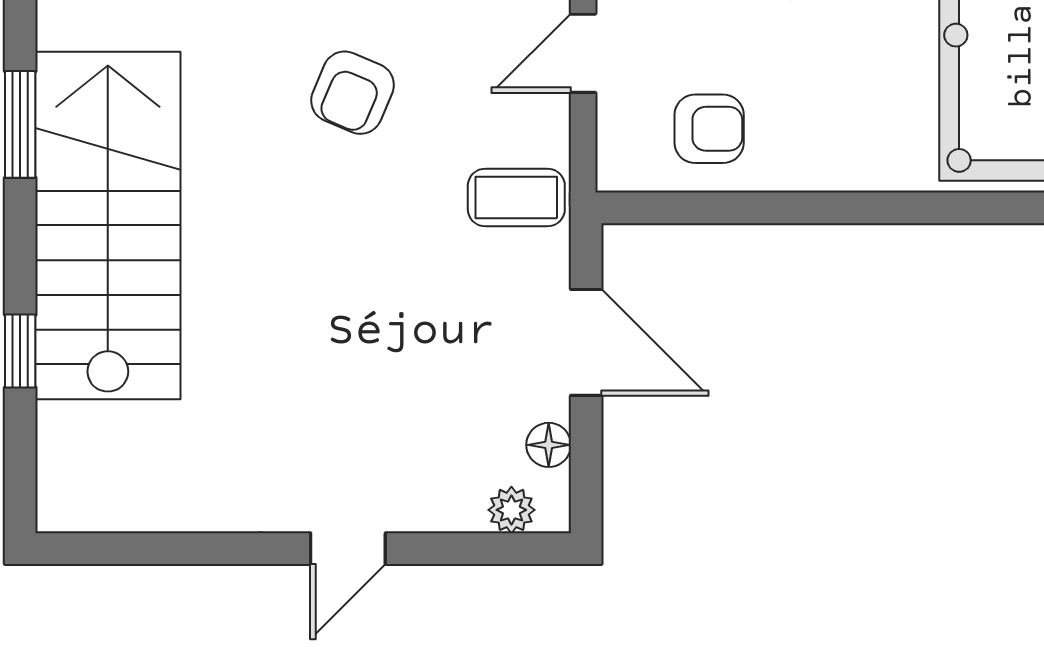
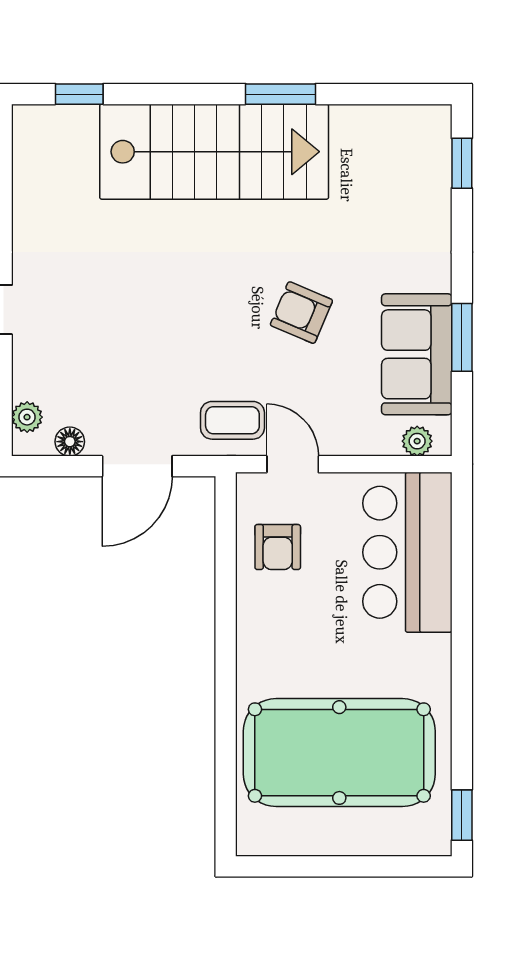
door: (583, 53) -> (293, 464), moved
coffee table: (516, 198) -> (232, 420), turned 90
window: (20, 351) -> (79, 94), moved

